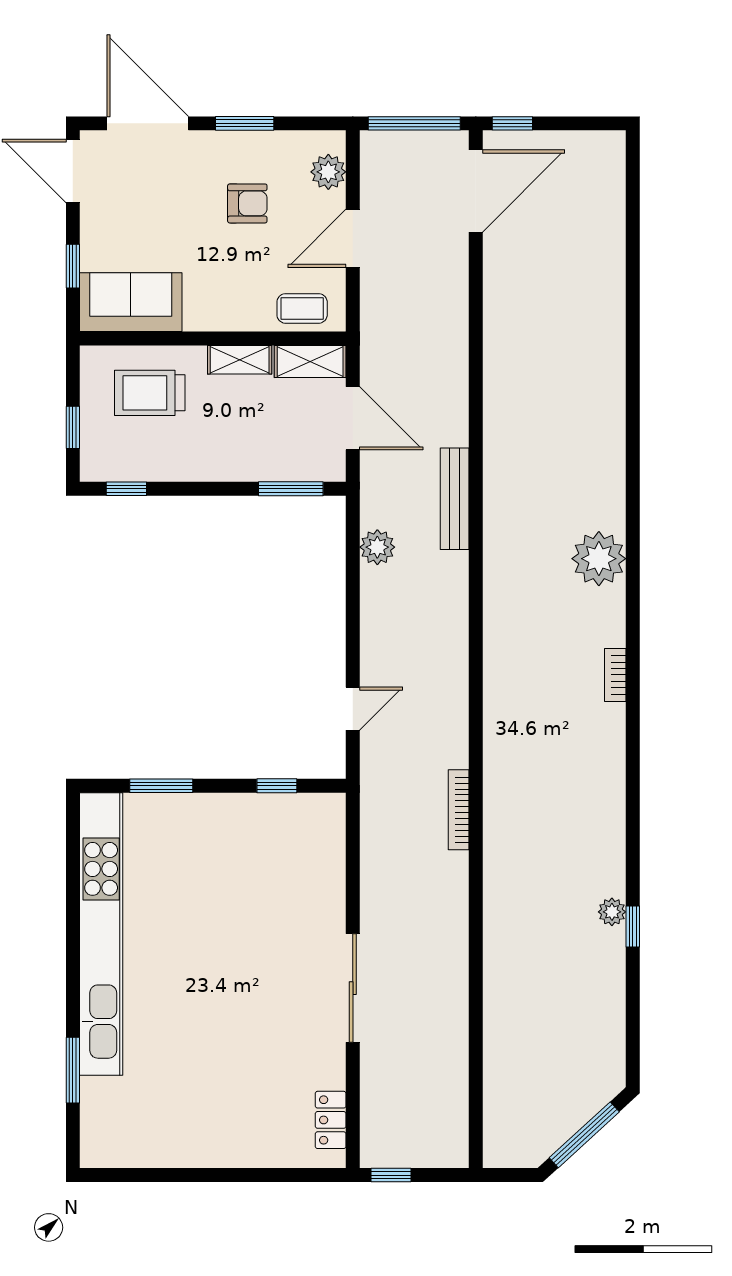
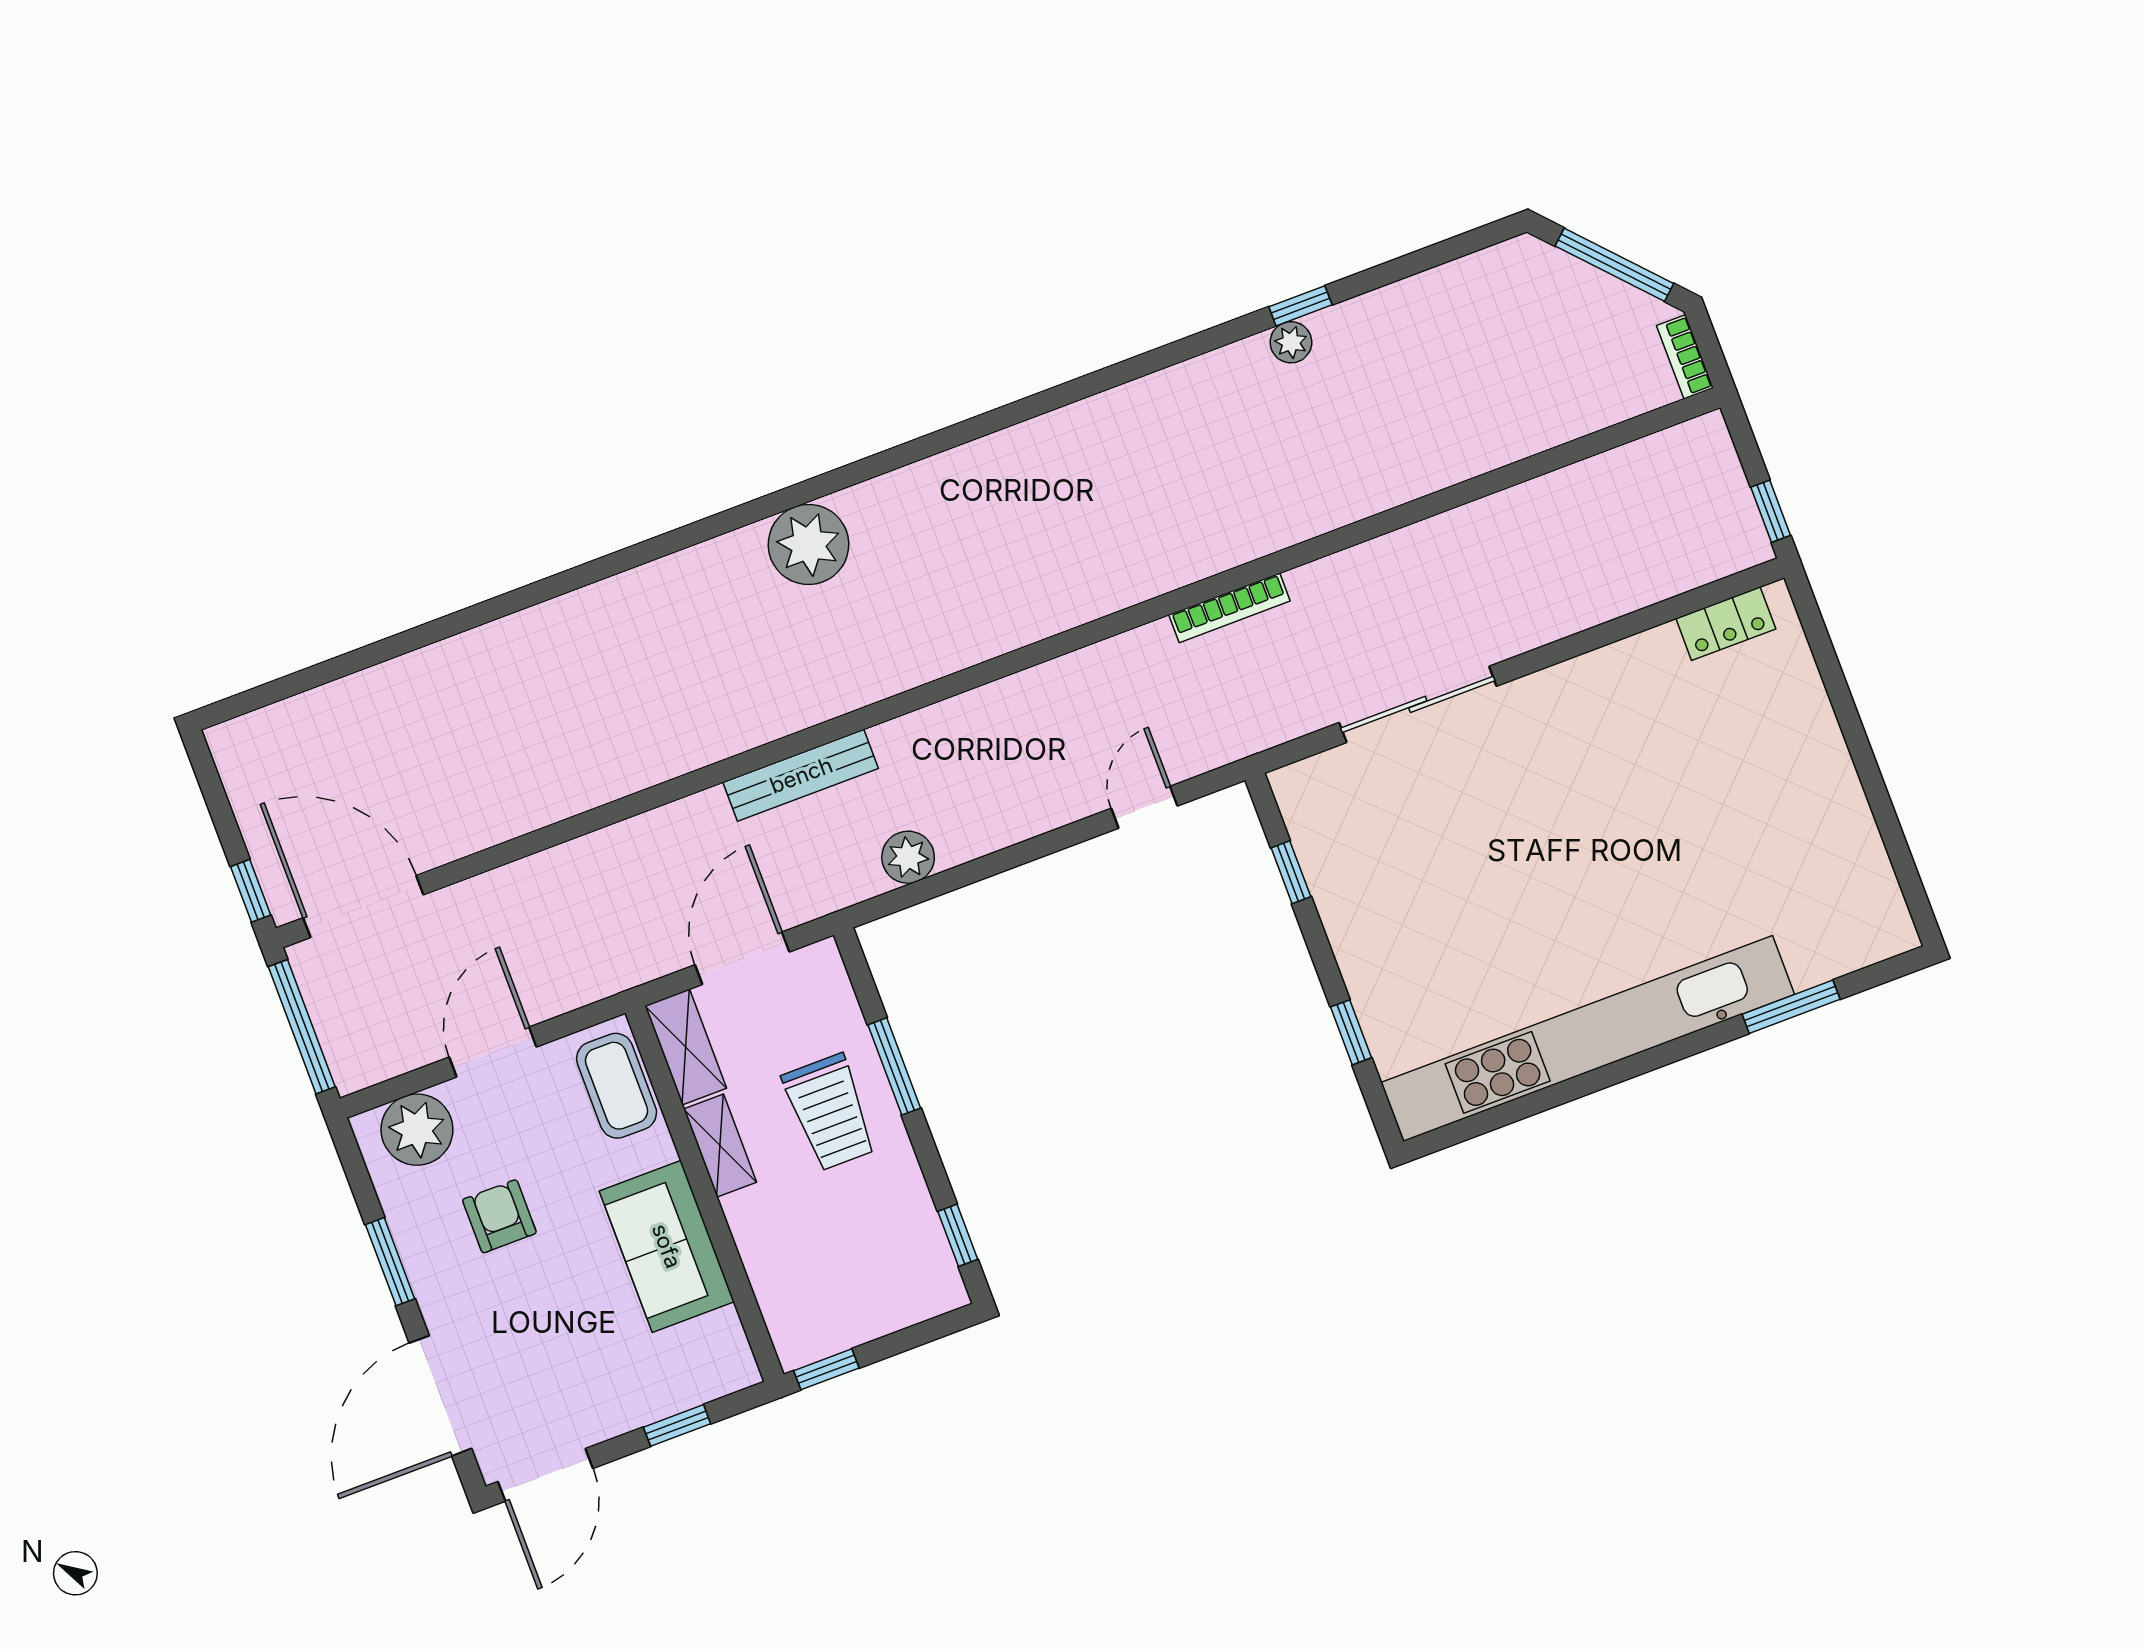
plant: (328, 172) -> (417, 1130), width x1.36, depth x1.36
door: (353, 238) -> (493, 1052), swing flipped
sofa: (131, 302) -> (667, 1246), moved
coffee table: (302, 308) -> (617, 1086), width x1.36, depth x1.30
trolley: (150, 393) -> (830, 1112), moved
window: (73, 427) -> (826, 1369), moved
window: (291, 489) -> (894, 1066), moved
bookcase: (615, 675) -> (1685, 357), moved, turned 90
door: (353, 709) -> (1144, 807), hinge flipped
window: (161, 786) -> (1351, 1032), width x0.67
sliding door: (353, 988) -> (1418, 704), moved

